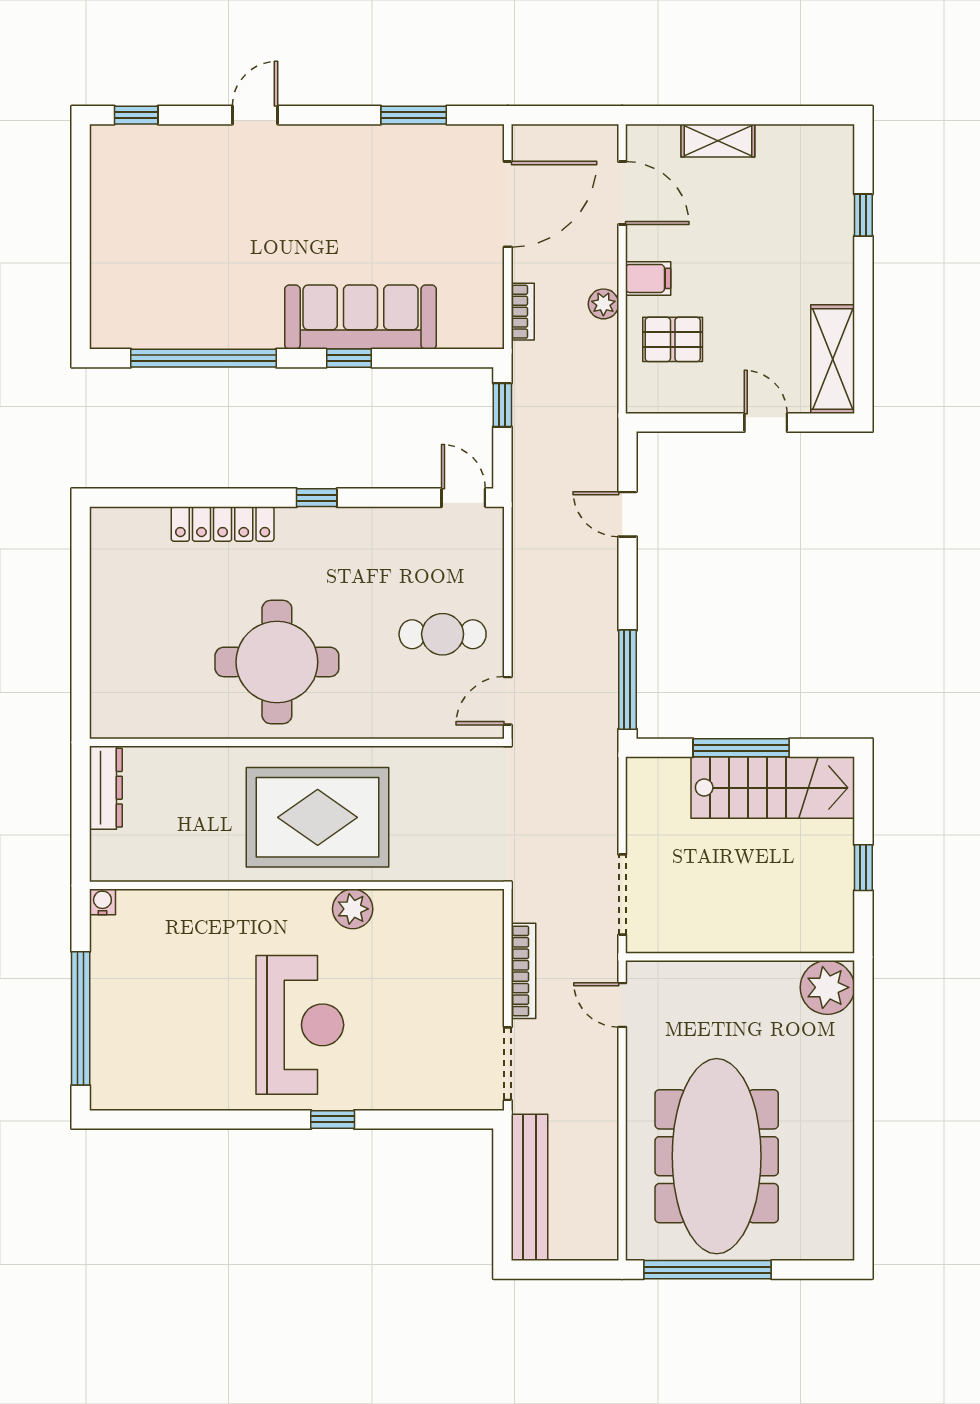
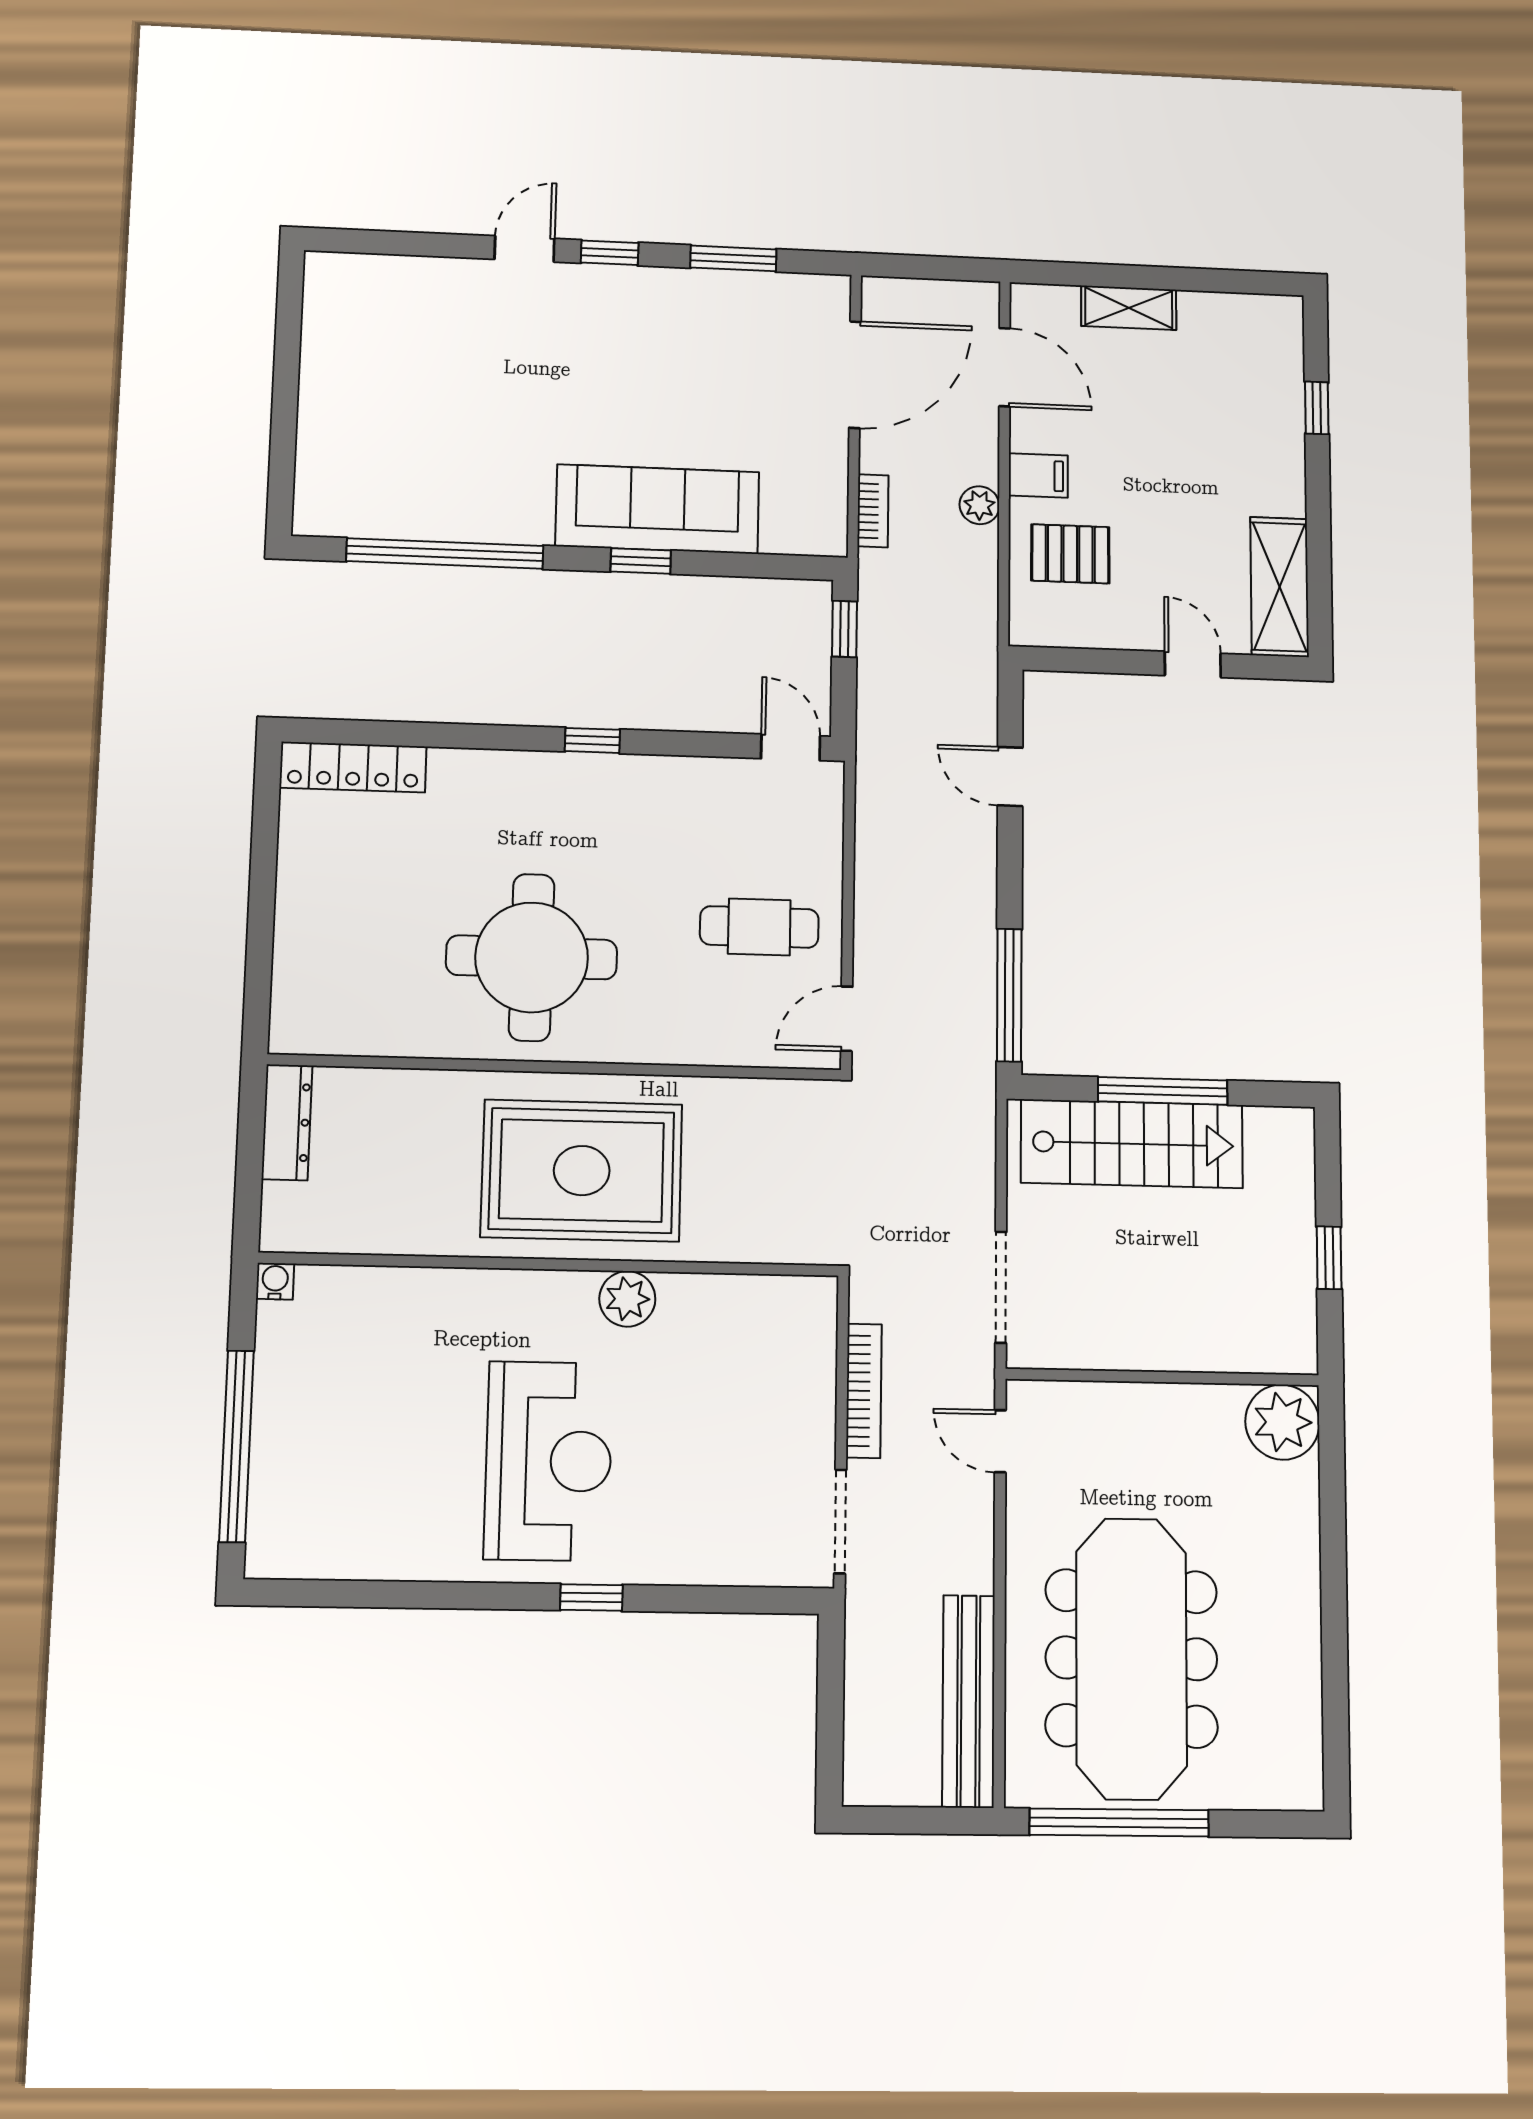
window: (136, 115) -> (610, 253), moved
locker: (223, 524) -> (353, 767), moved
stairs: (773, 788) -> (1132, 1144), moved
bench: (530, 1187) -> (969, 1701), moved

